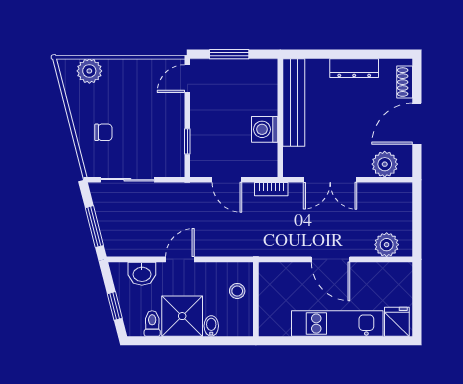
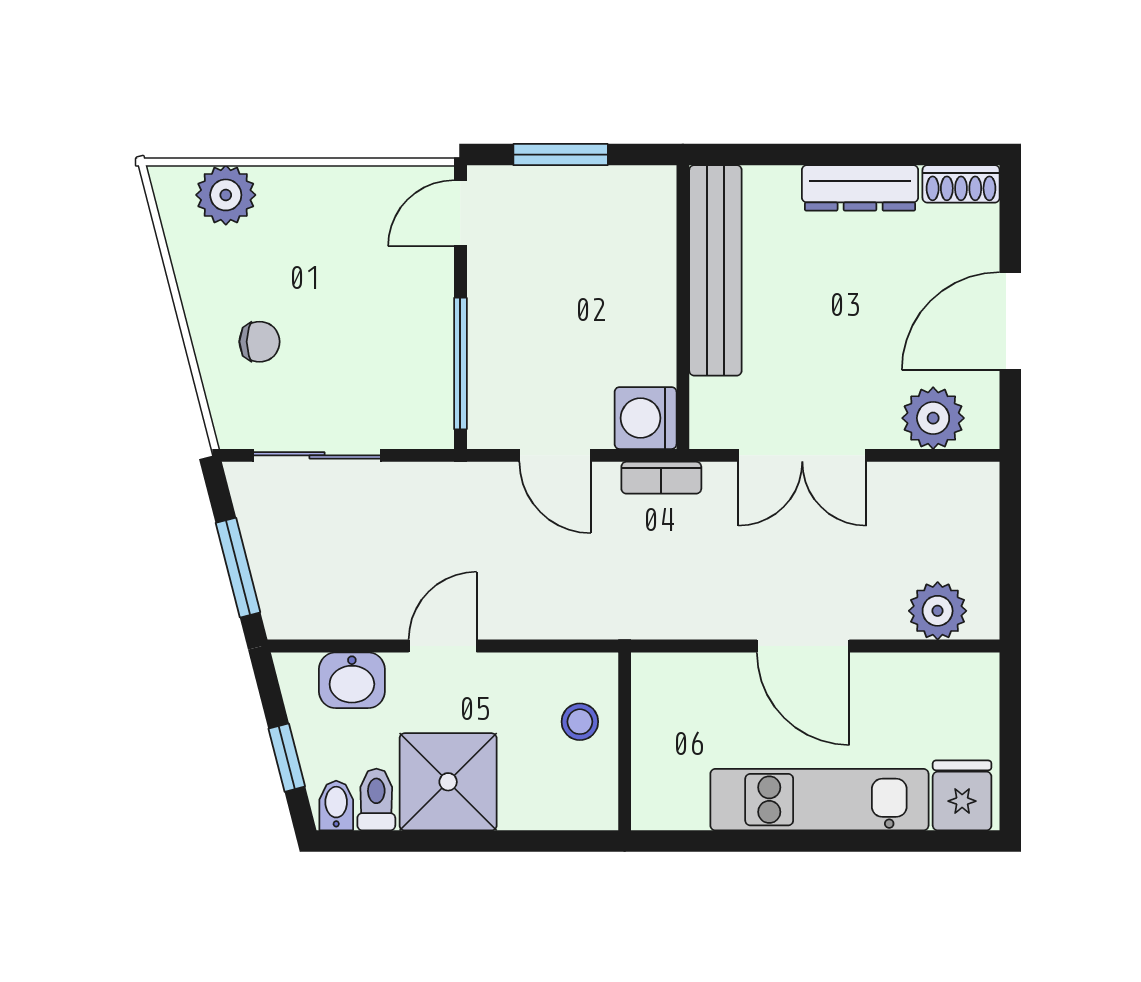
shoe rack: (405, 82) -> (961, 184), moved, turned -90
washing machine: (265, 129) -> (646, 418), moved
window: (187, 141) -> (460, 364), width x2.17
bidet: (211, 326) -> (336, 806), moved

